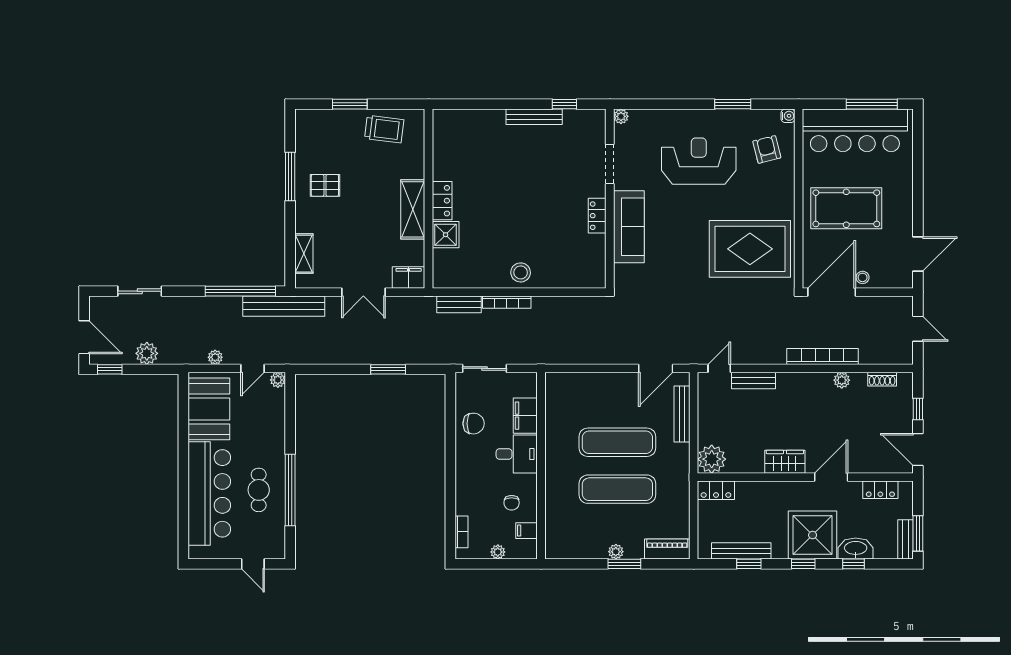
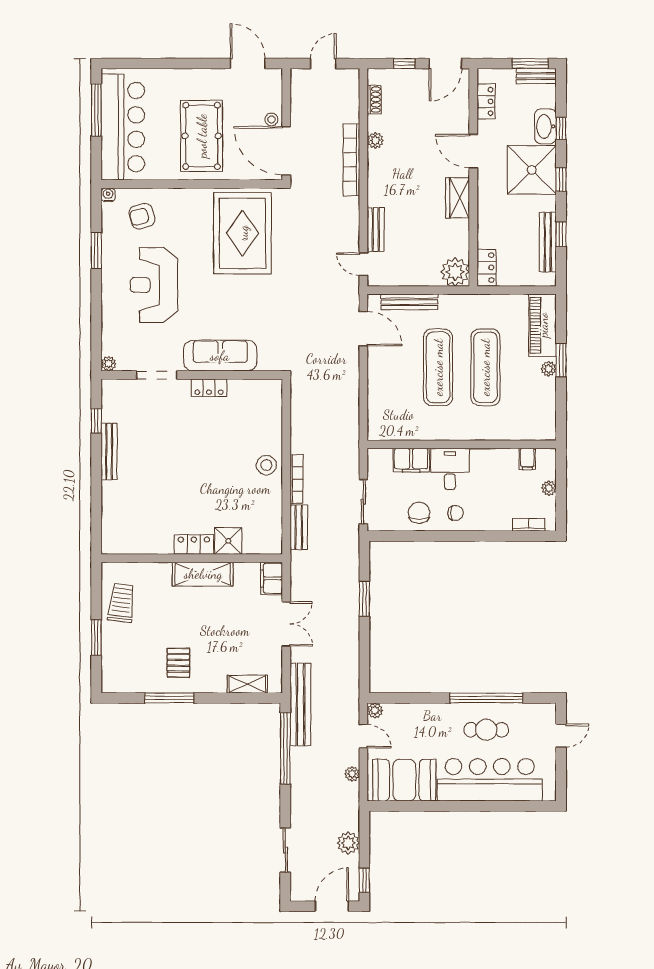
chair: (512, 503) -> (456, 513), moved
piano: (667, 549) -> (543, 325), width x1.37, depth x1.33

